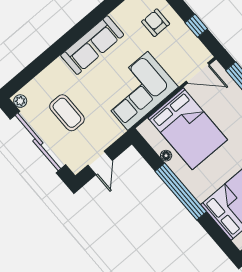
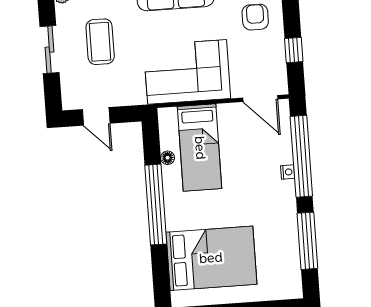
bed: (188, 129) -> (200, 148), width x0.67
sliding door: (38, 142) -> (49, 50), width x0.54
door: (100, 163) -> (96, 116), hinge flipped

